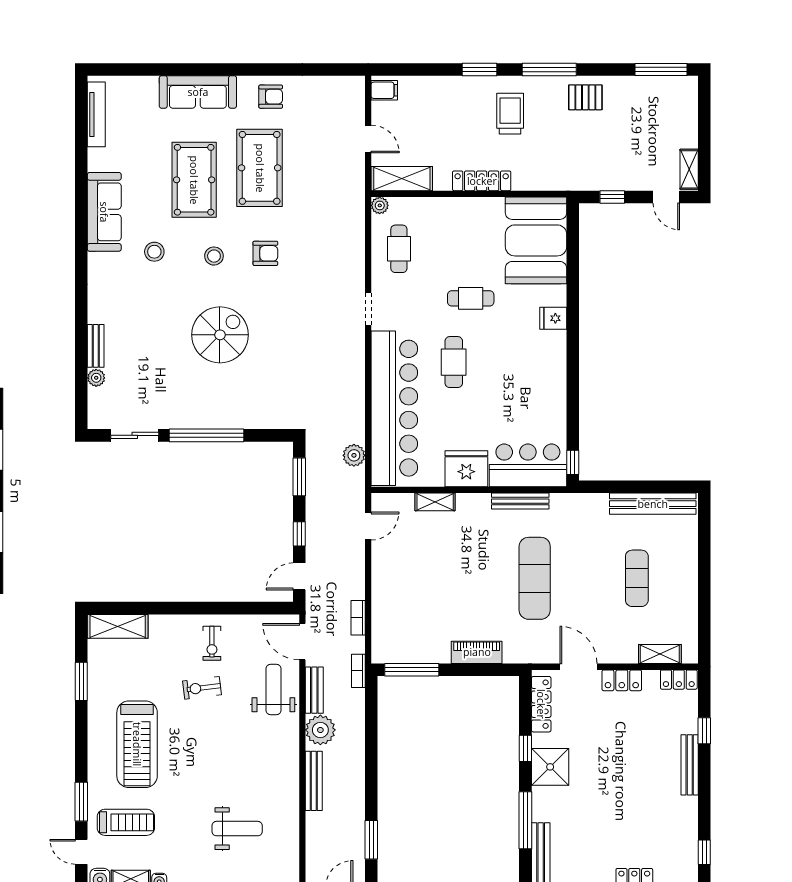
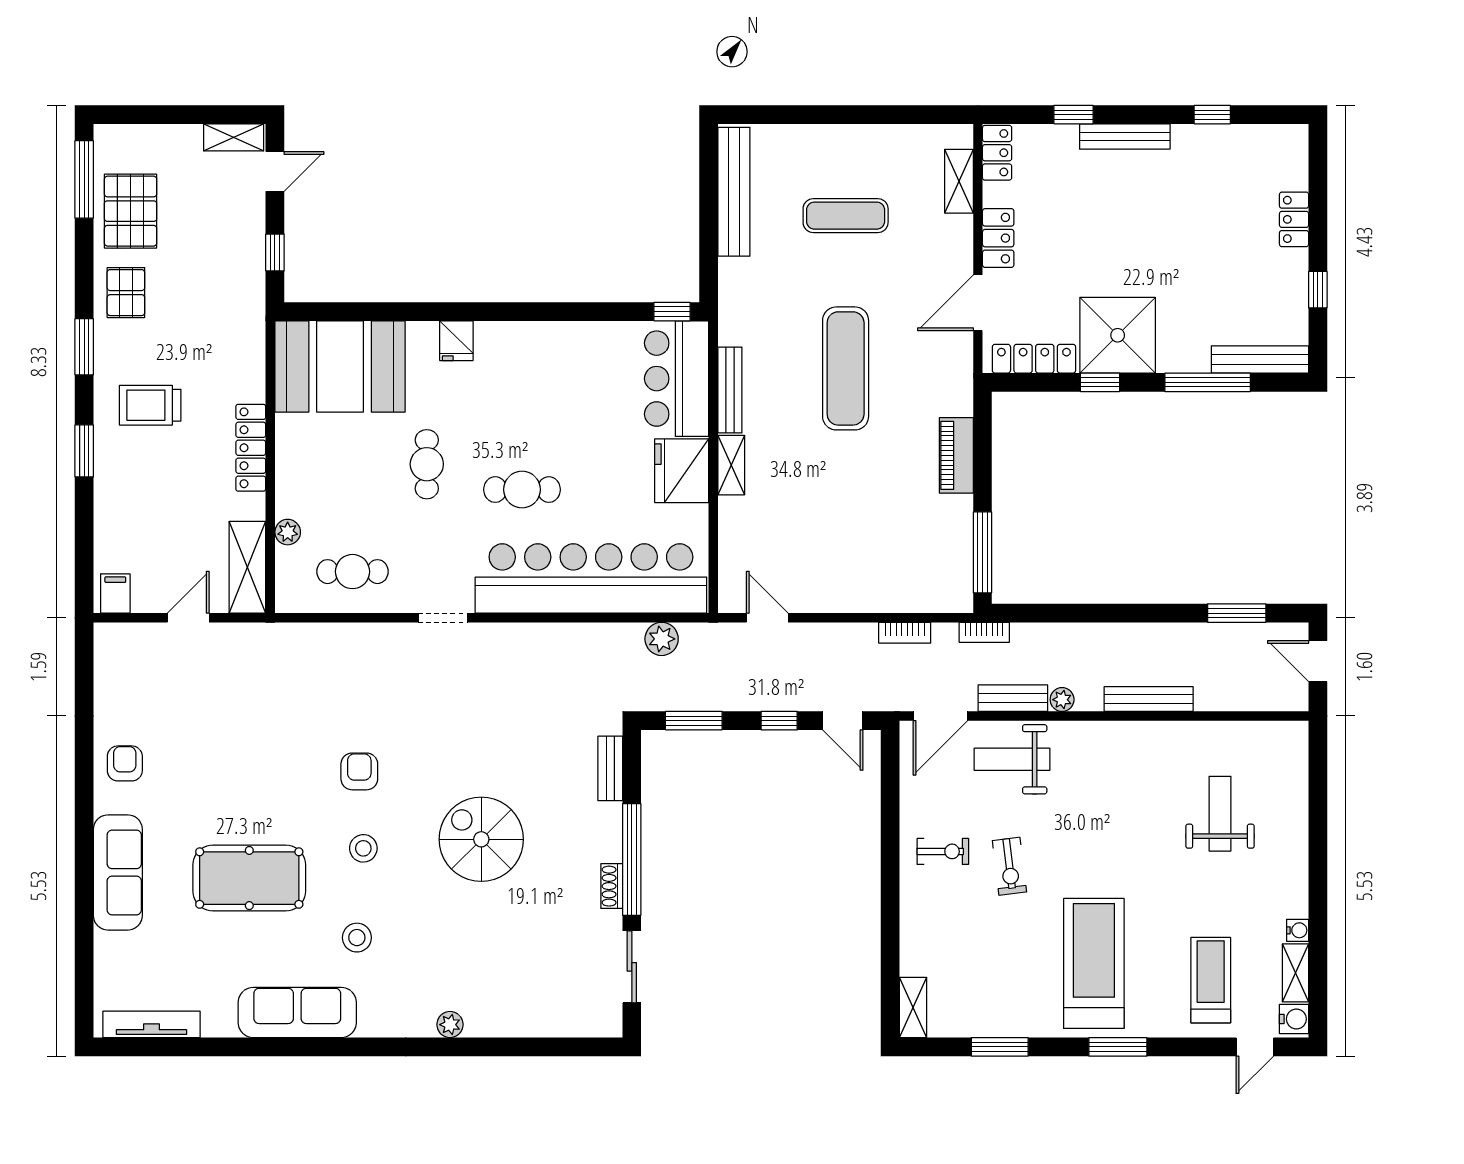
window: (549, 69) -> (84, 347), width x0.69
pallet: (640, 100) -> (131, 211), added
pool table: (260, 168) -> (231, 780), removed
plant: (380, 205) -> (288, 532), moved
bench: (96, 346) -> (610, 768), moved, turned 90
plant: (96, 378) -> (450, 1025), moved
shoe rack: (189, 422) -> (612, 886), added
shelving: (435, 502) -> (731, 465), moved
exercise mat: (535, 578) -> (846, 368), turned 90
shelving: (118, 626) -> (913, 1007), width x0.67, depth x0.75
plant: (320, 730) -> (1062, 700), width x0.53, depth x0.53
treadmill: (137, 744) -> (1094, 963), turned -90
shower: (550, 767) -> (1118, 335), width x1.37, depth x1.37
window: (81, 802) -> (1118, 1047), moved
window: (704, 852) -> (1212, 115), moved

